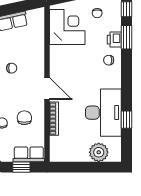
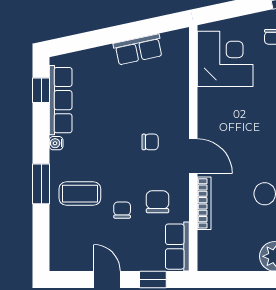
chair: (12, 68) -> (150, 142), moved
row of seats: (29, 154) -> (177, 247), moved, turned -90

